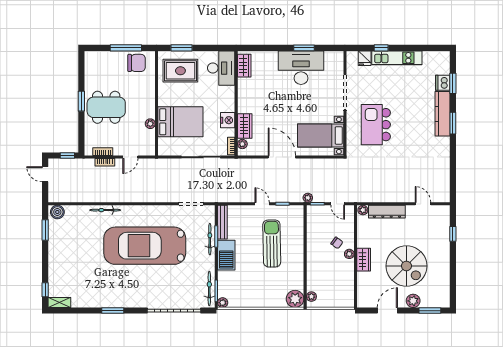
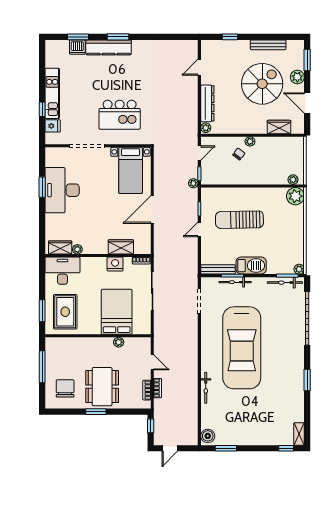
chair: (137, 63) -> (65, 388), moved
plant: (242, 144) -> (77, 249), moved
wardrobe: (364, 260) -> (279, 127), moved
bench: (445, 272) -> (268, 45), added

